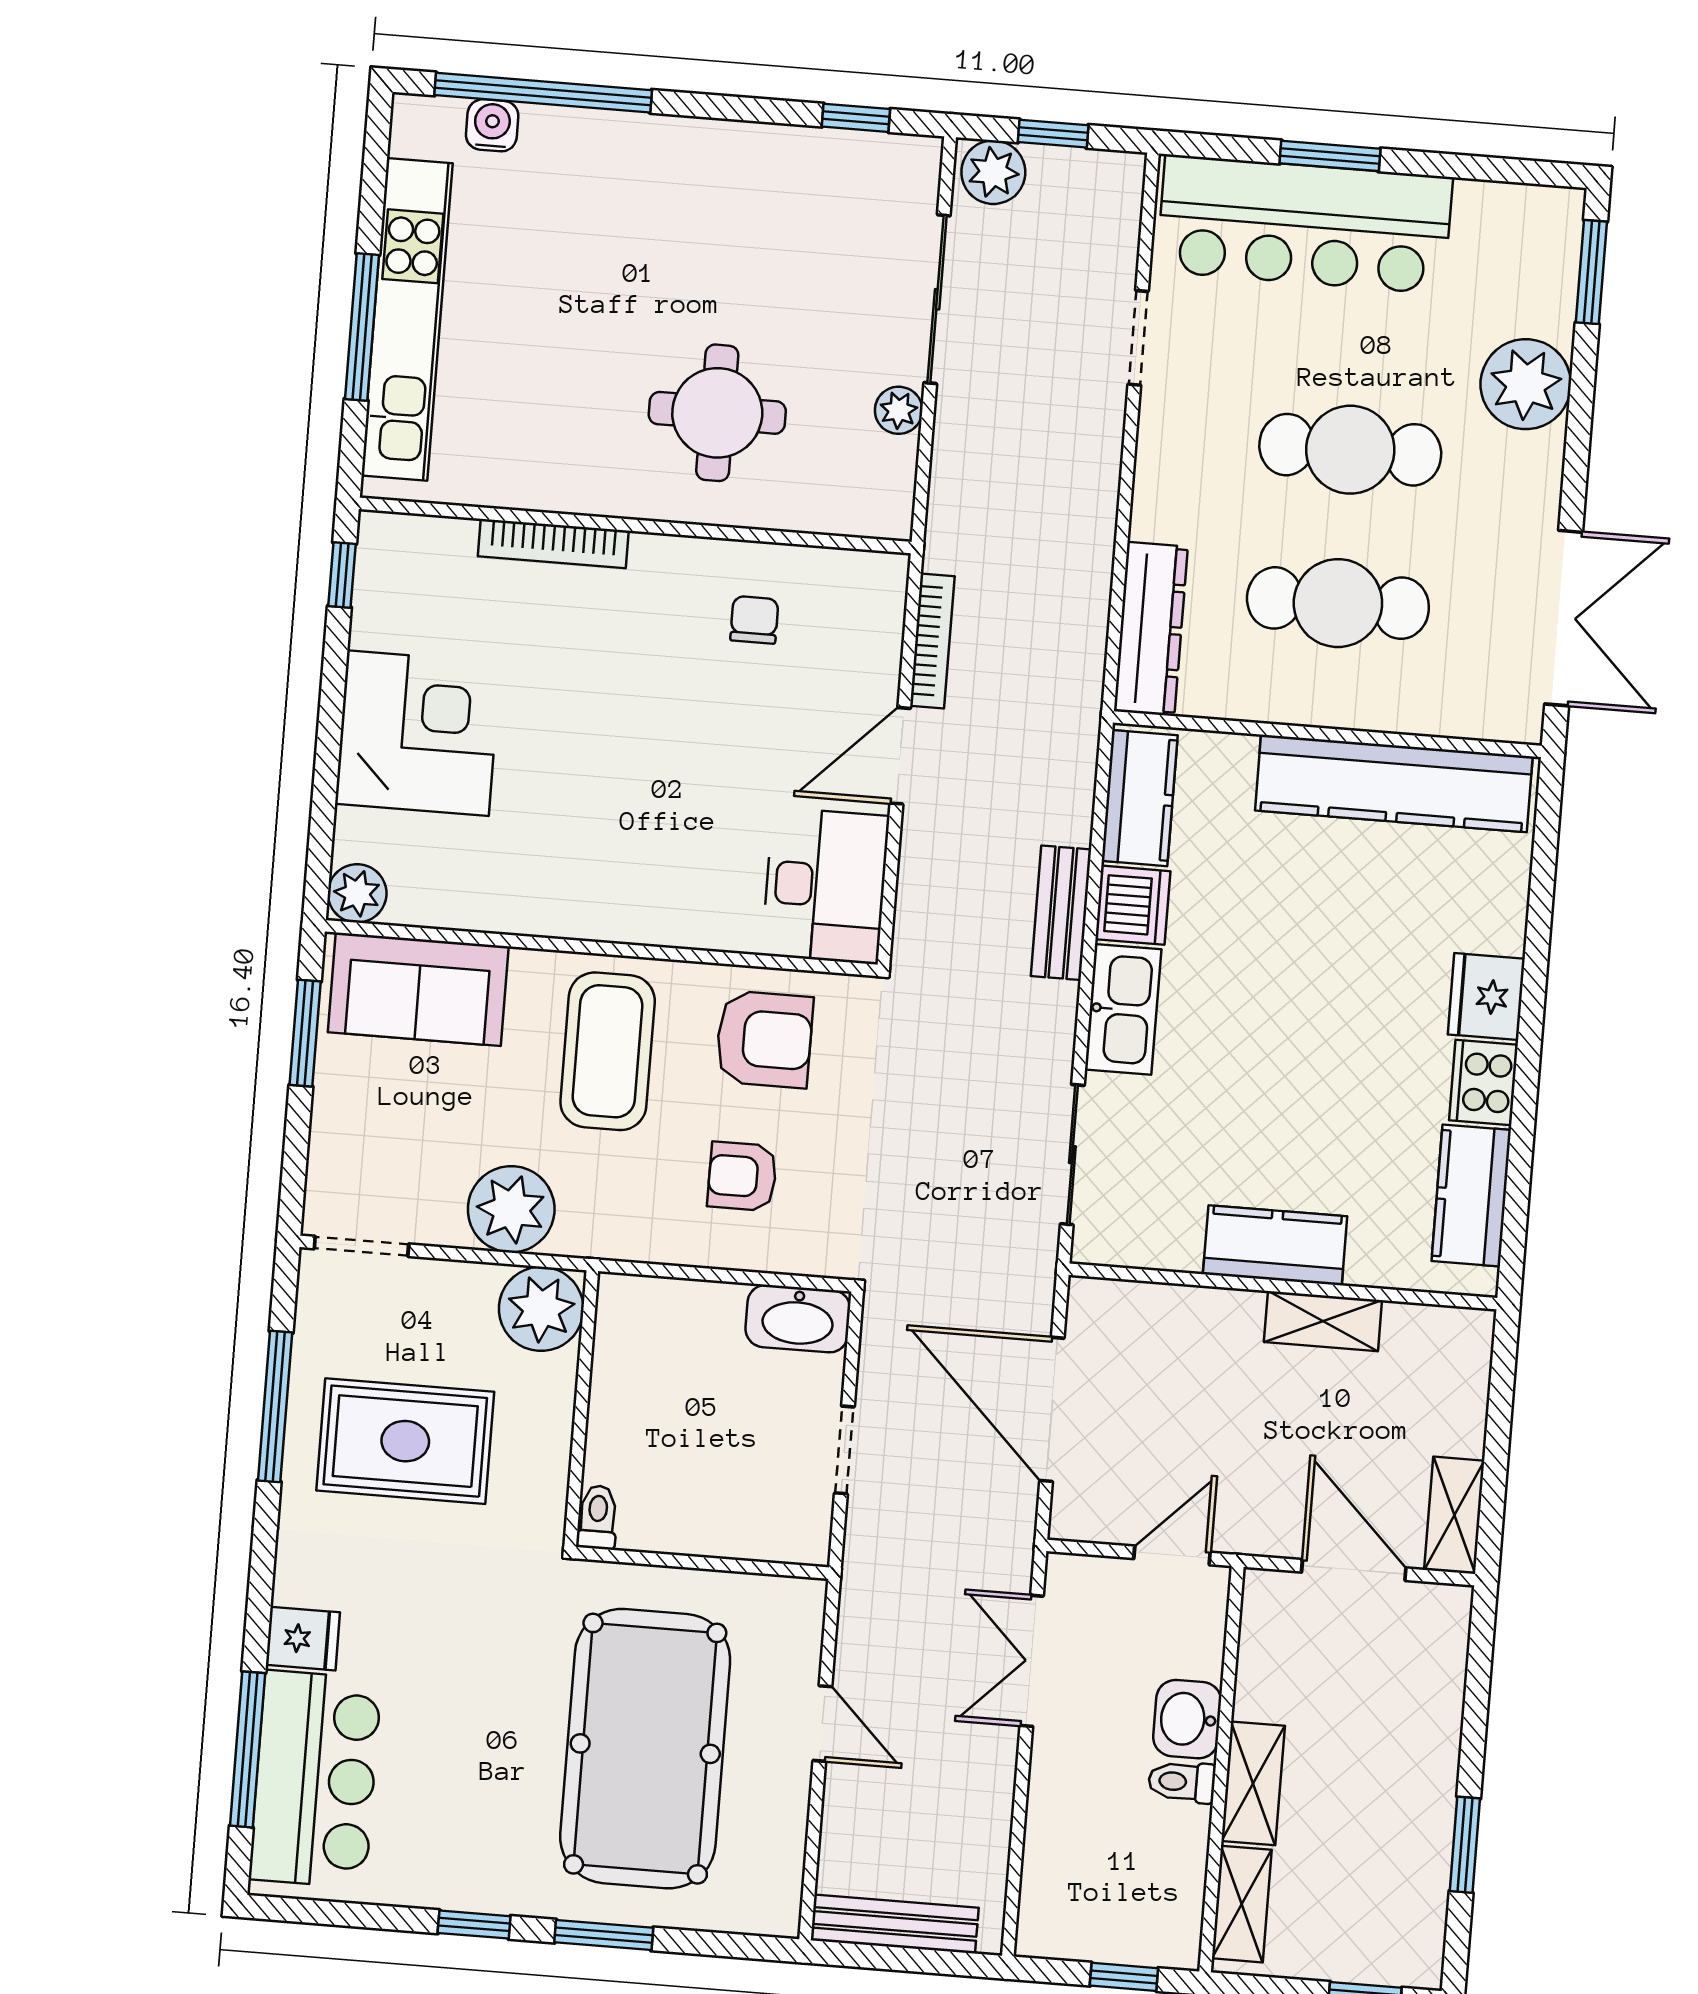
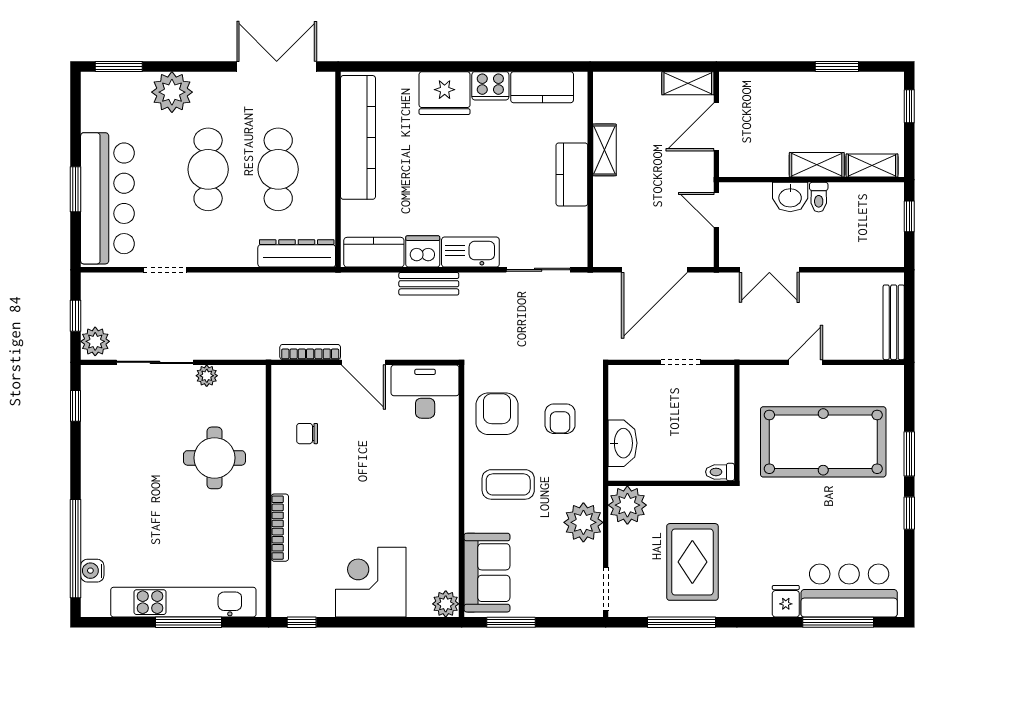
fridge: (1486, 997) -> (445, 93), width x1.36, depth x1.34
coffee table: (608, 1051) -> (508, 484), width x0.73, depth x0.76
washbasin: (798, 1319) -> (623, 443), moved

